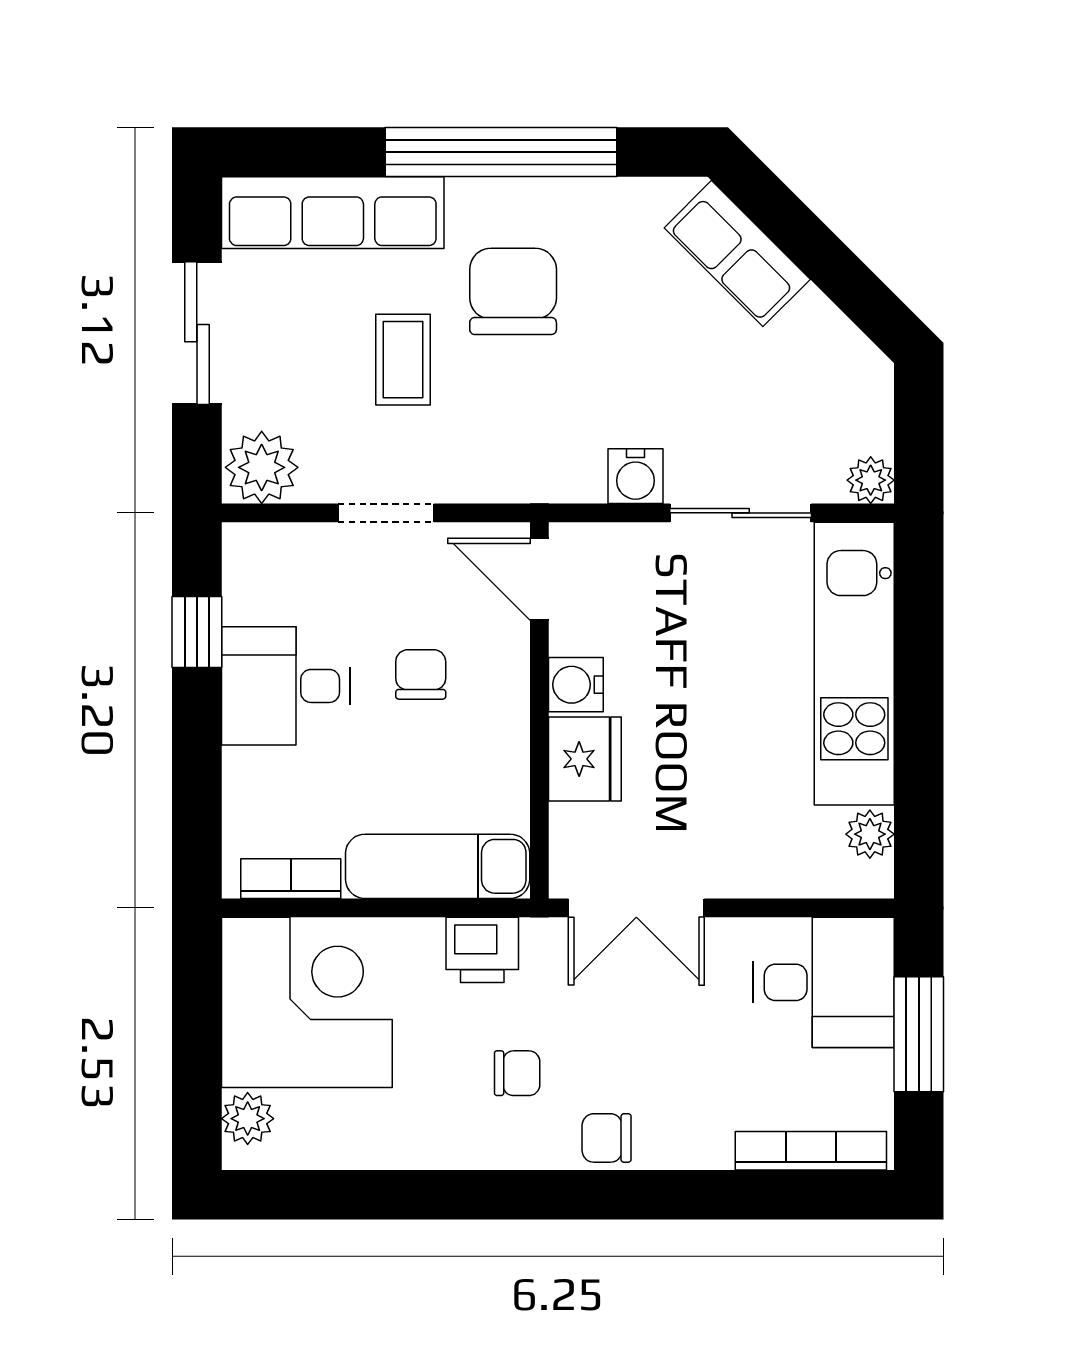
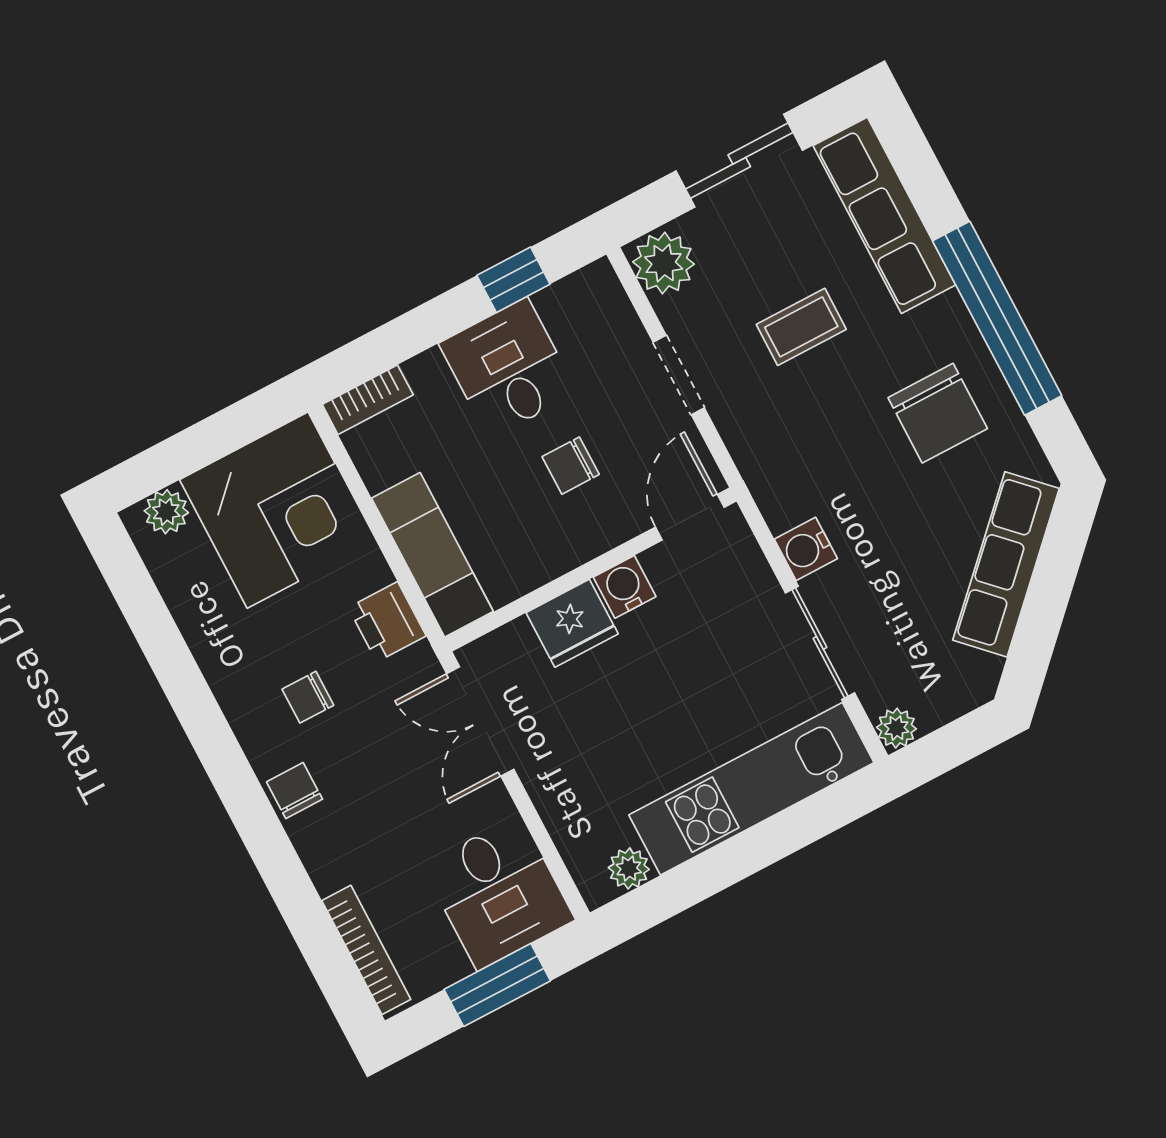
row of seats: (737, 254) -> (1006, 564), width x1.48
chair: (513, 291) -> (938, 413), moved, turned 90
chair: (421, 674) -> (571, 466), turned 180
bookcase: (291, 879) -> (368, 400), moved, turned 90
chair: (517, 1073) -> (308, 697), turned 90

